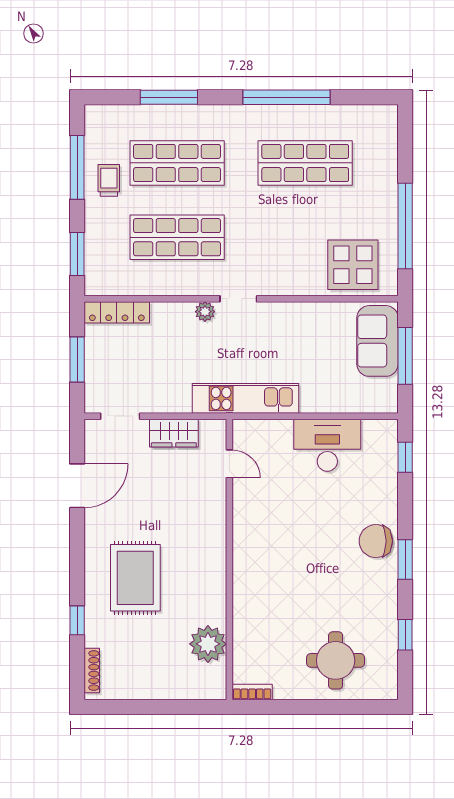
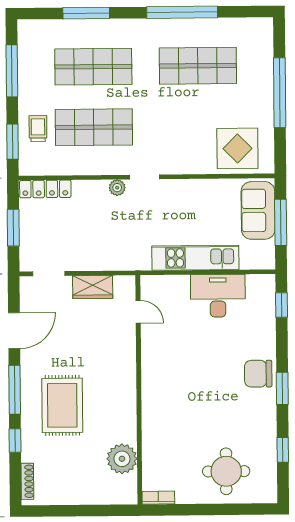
trolley: (109, 180) -> (38, 129), moved
window: (405, 226) -> (280, 93), moved
kitchen unit: (246, 398) -> (195, 258), moved
window: (77, 558) -> (15, 390), added

